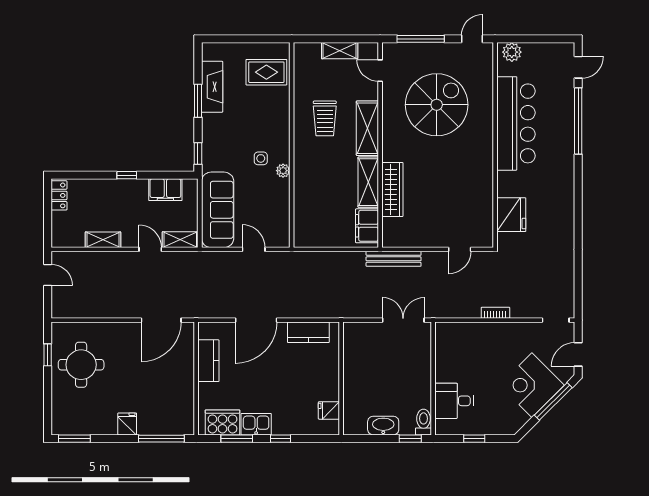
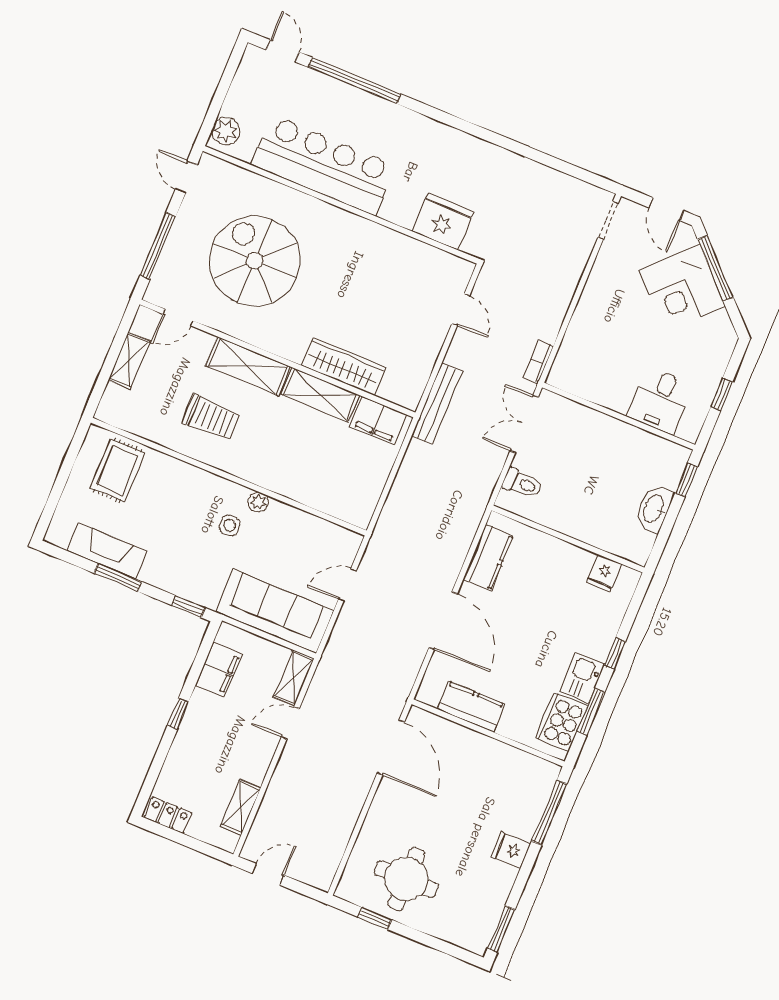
shelving: (103, 240) -> (240, 807), moved
bookcase: (495, 313) -> (538, 362), moved
toilet: (424, 422) -> (523, 484), moved, turned 180

